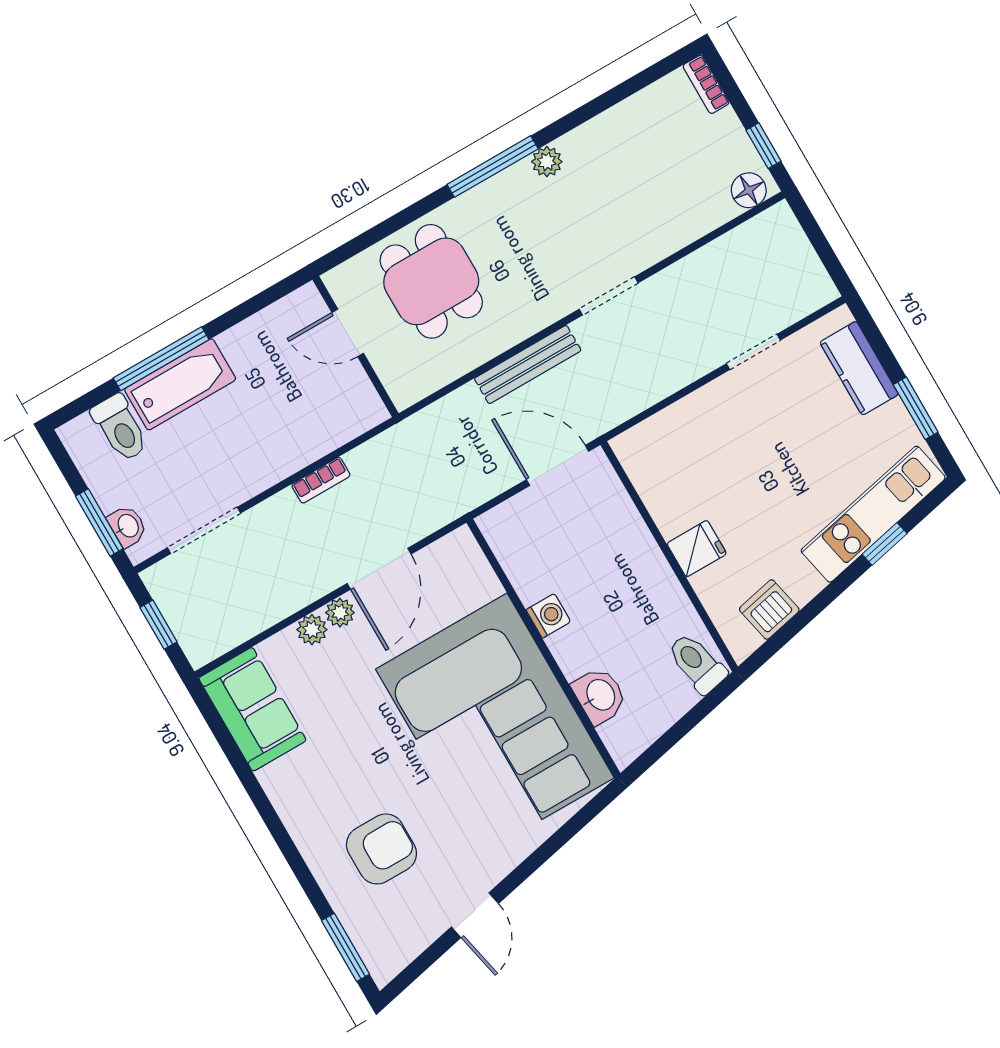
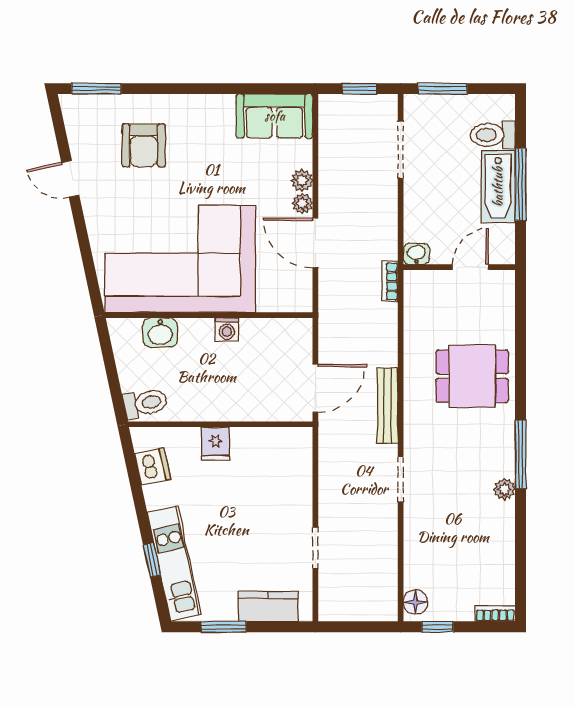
door: (348, 333) -> (470, 267), moved
wall: (356, 346) -> (459, 267), moved
bookcase: (321, 480) -> (390, 281), moved
washbasin: (127, 526) -> (416, 254), moved, turned 180

